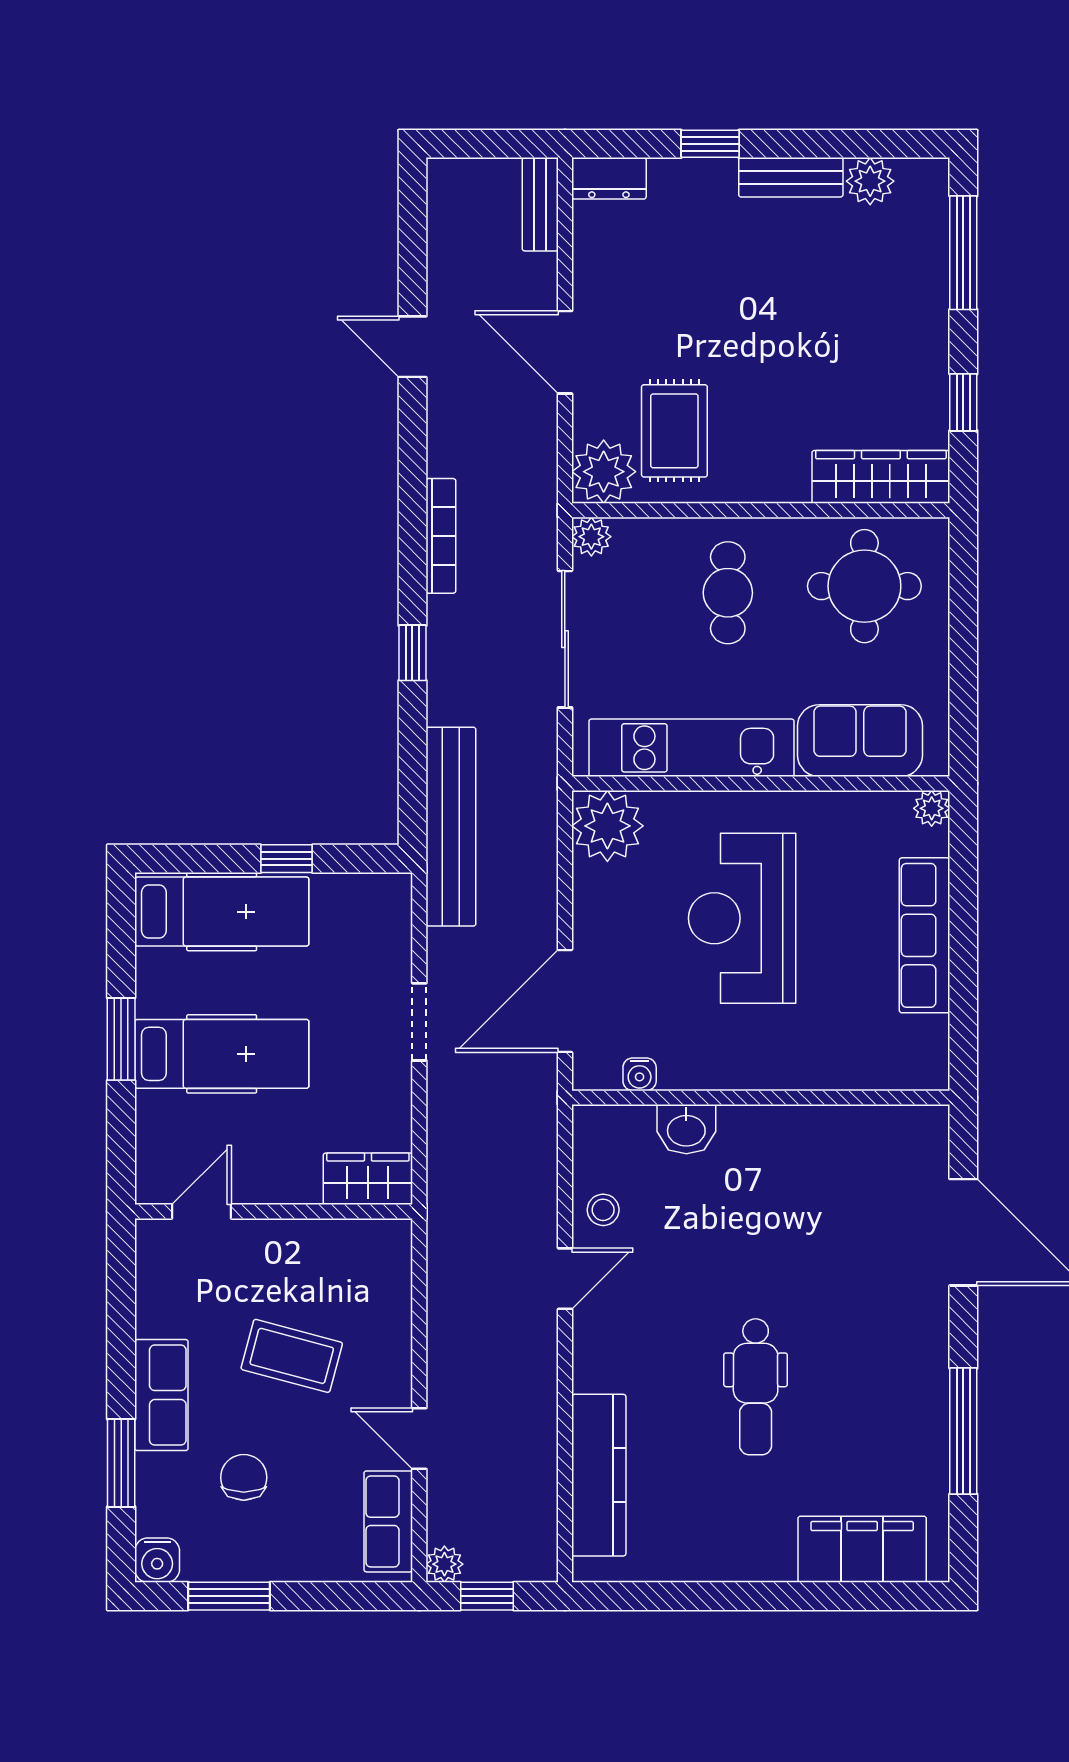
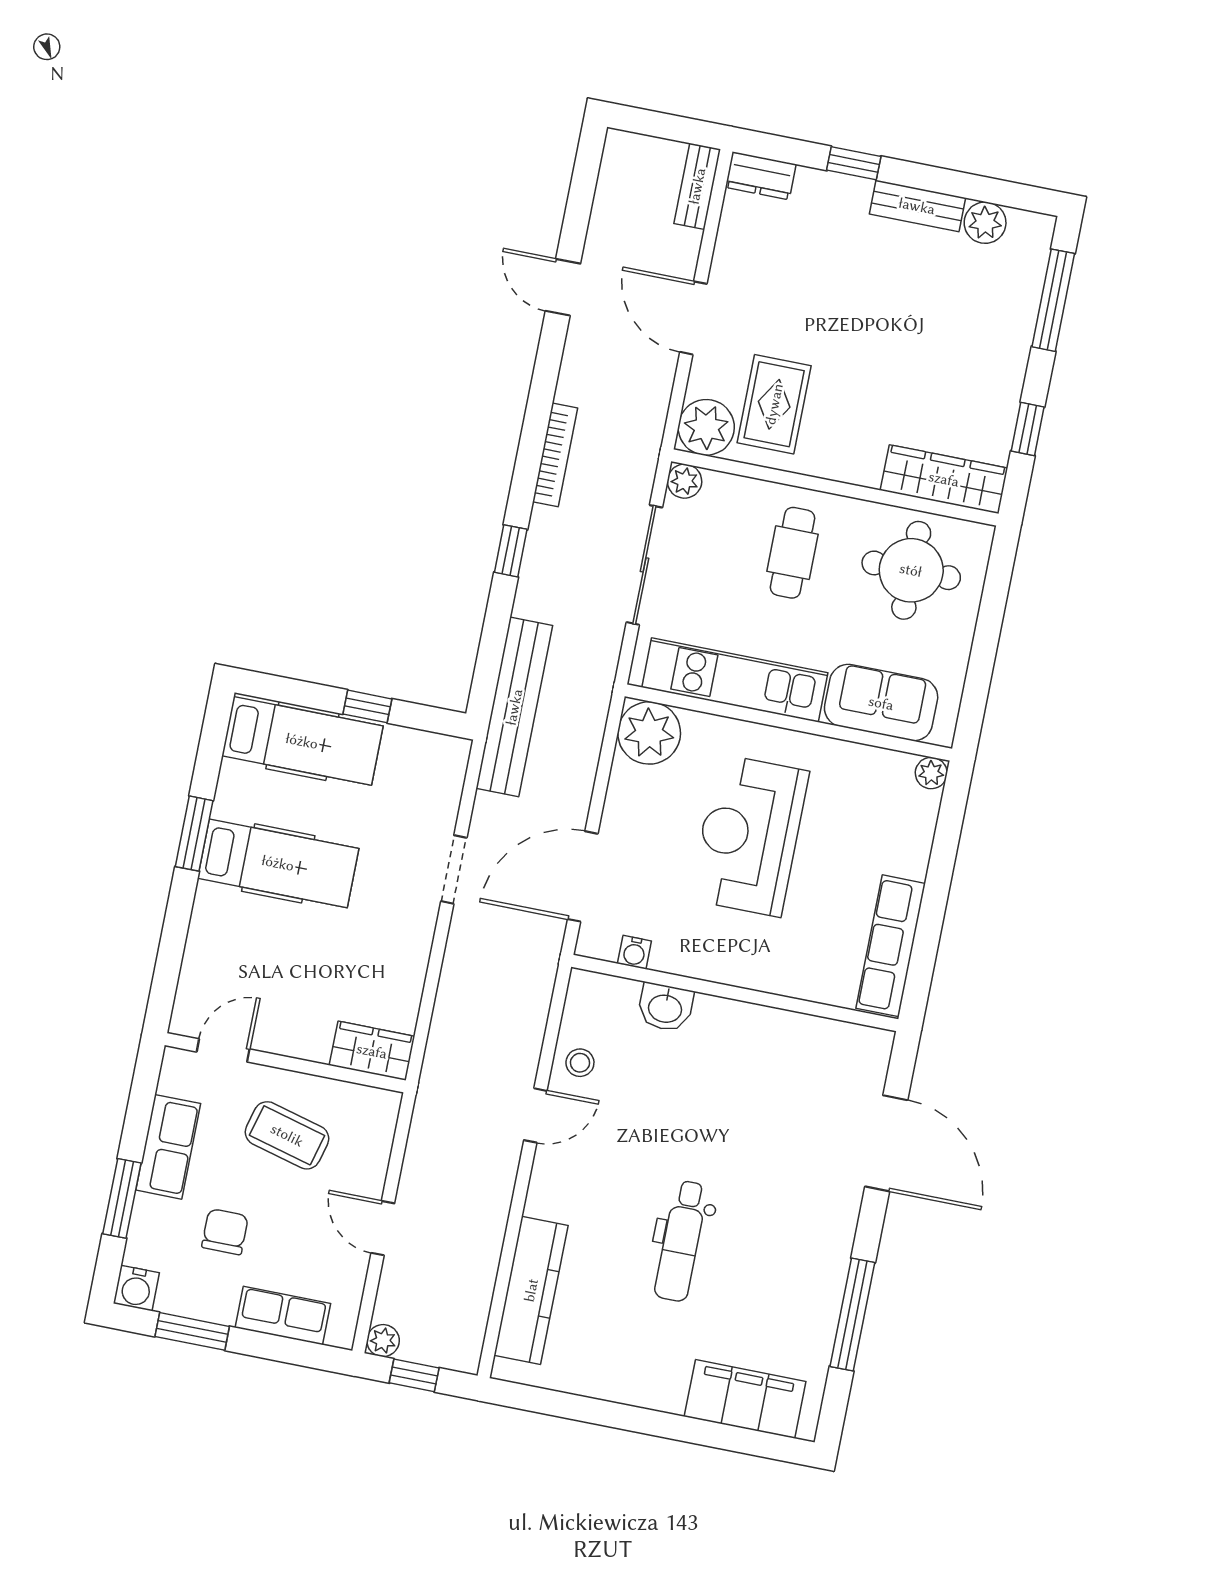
row of seats: (925, 935) -> (891, 946), moved
wardrobe: (368, 1179) -> (372, 1051), moved
door: (201, 1211) -> (223, 1050), moved
wall: (274, 1211) -> (285, 1063), moved
row of seats: (388, 1521) -> (283, 1316), moved, turned 90

